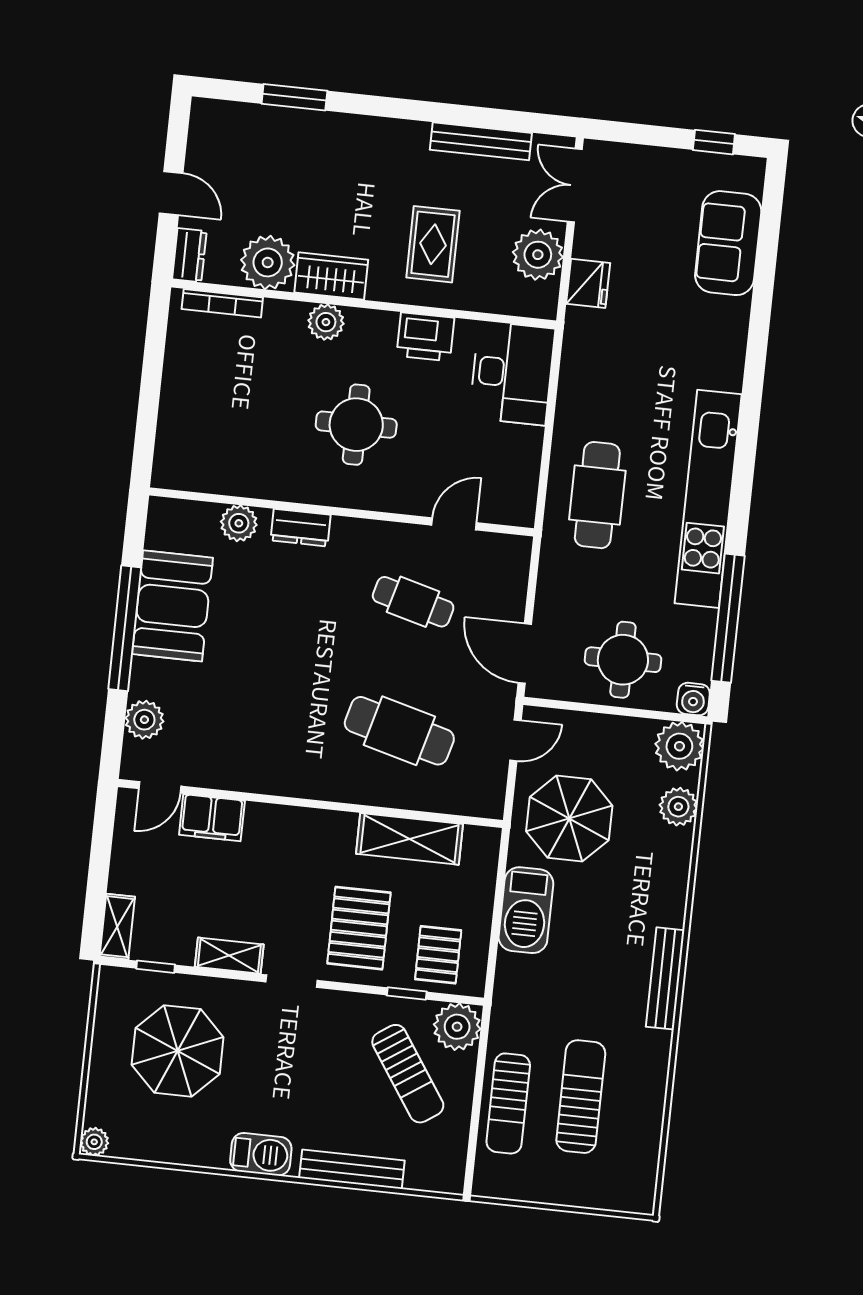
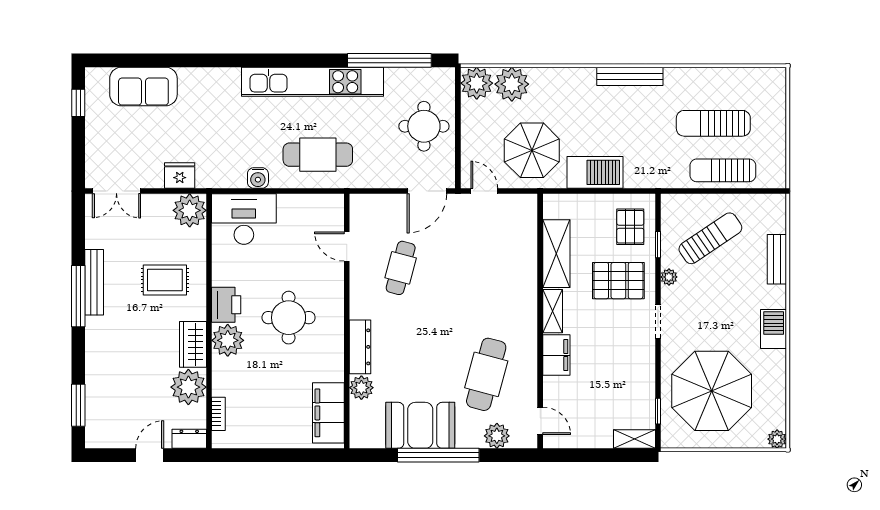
window: (294, 97) -> (78, 405), moved
window: (423, 111) -> (78, 296), added
bench: (481, 141) -> (94, 282), moved
plant: (538, 255) -> (190, 210), moved
bookcase: (222, 303) -> (218, 414), width x0.64
plant: (326, 322) -> (228, 340), width x1.36, depth x1.36
printer: (425, 337) -> (226, 305), moved
filing cabinet: (206, 469) -> (328, 413), added
dresser: (301, 528) -> (360, 347), width x1.44
water cooler: (693, 699) -> (258, 178), moved, turned 90
cafe table: (399, 731) -> (486, 374), moved
plant: (678, 807) -> (512, 84), width x1.36, depth x1.36
filing cabinet: (212, 818) -> (556, 355), moved
pallet: (438, 955) -> (630, 227), turned 90
shelving: (229, 956) -> (553, 311), moved
plant: (457, 1027) -> (669, 277), moved, width x0.53, depth x0.53
parasol: (178, 1051) -> (712, 391), width x1.36, depth x1.36
sun lounger: (508, 1103) -> (723, 170), turned 180
bench: (352, 1169) -> (777, 259), width x0.73

